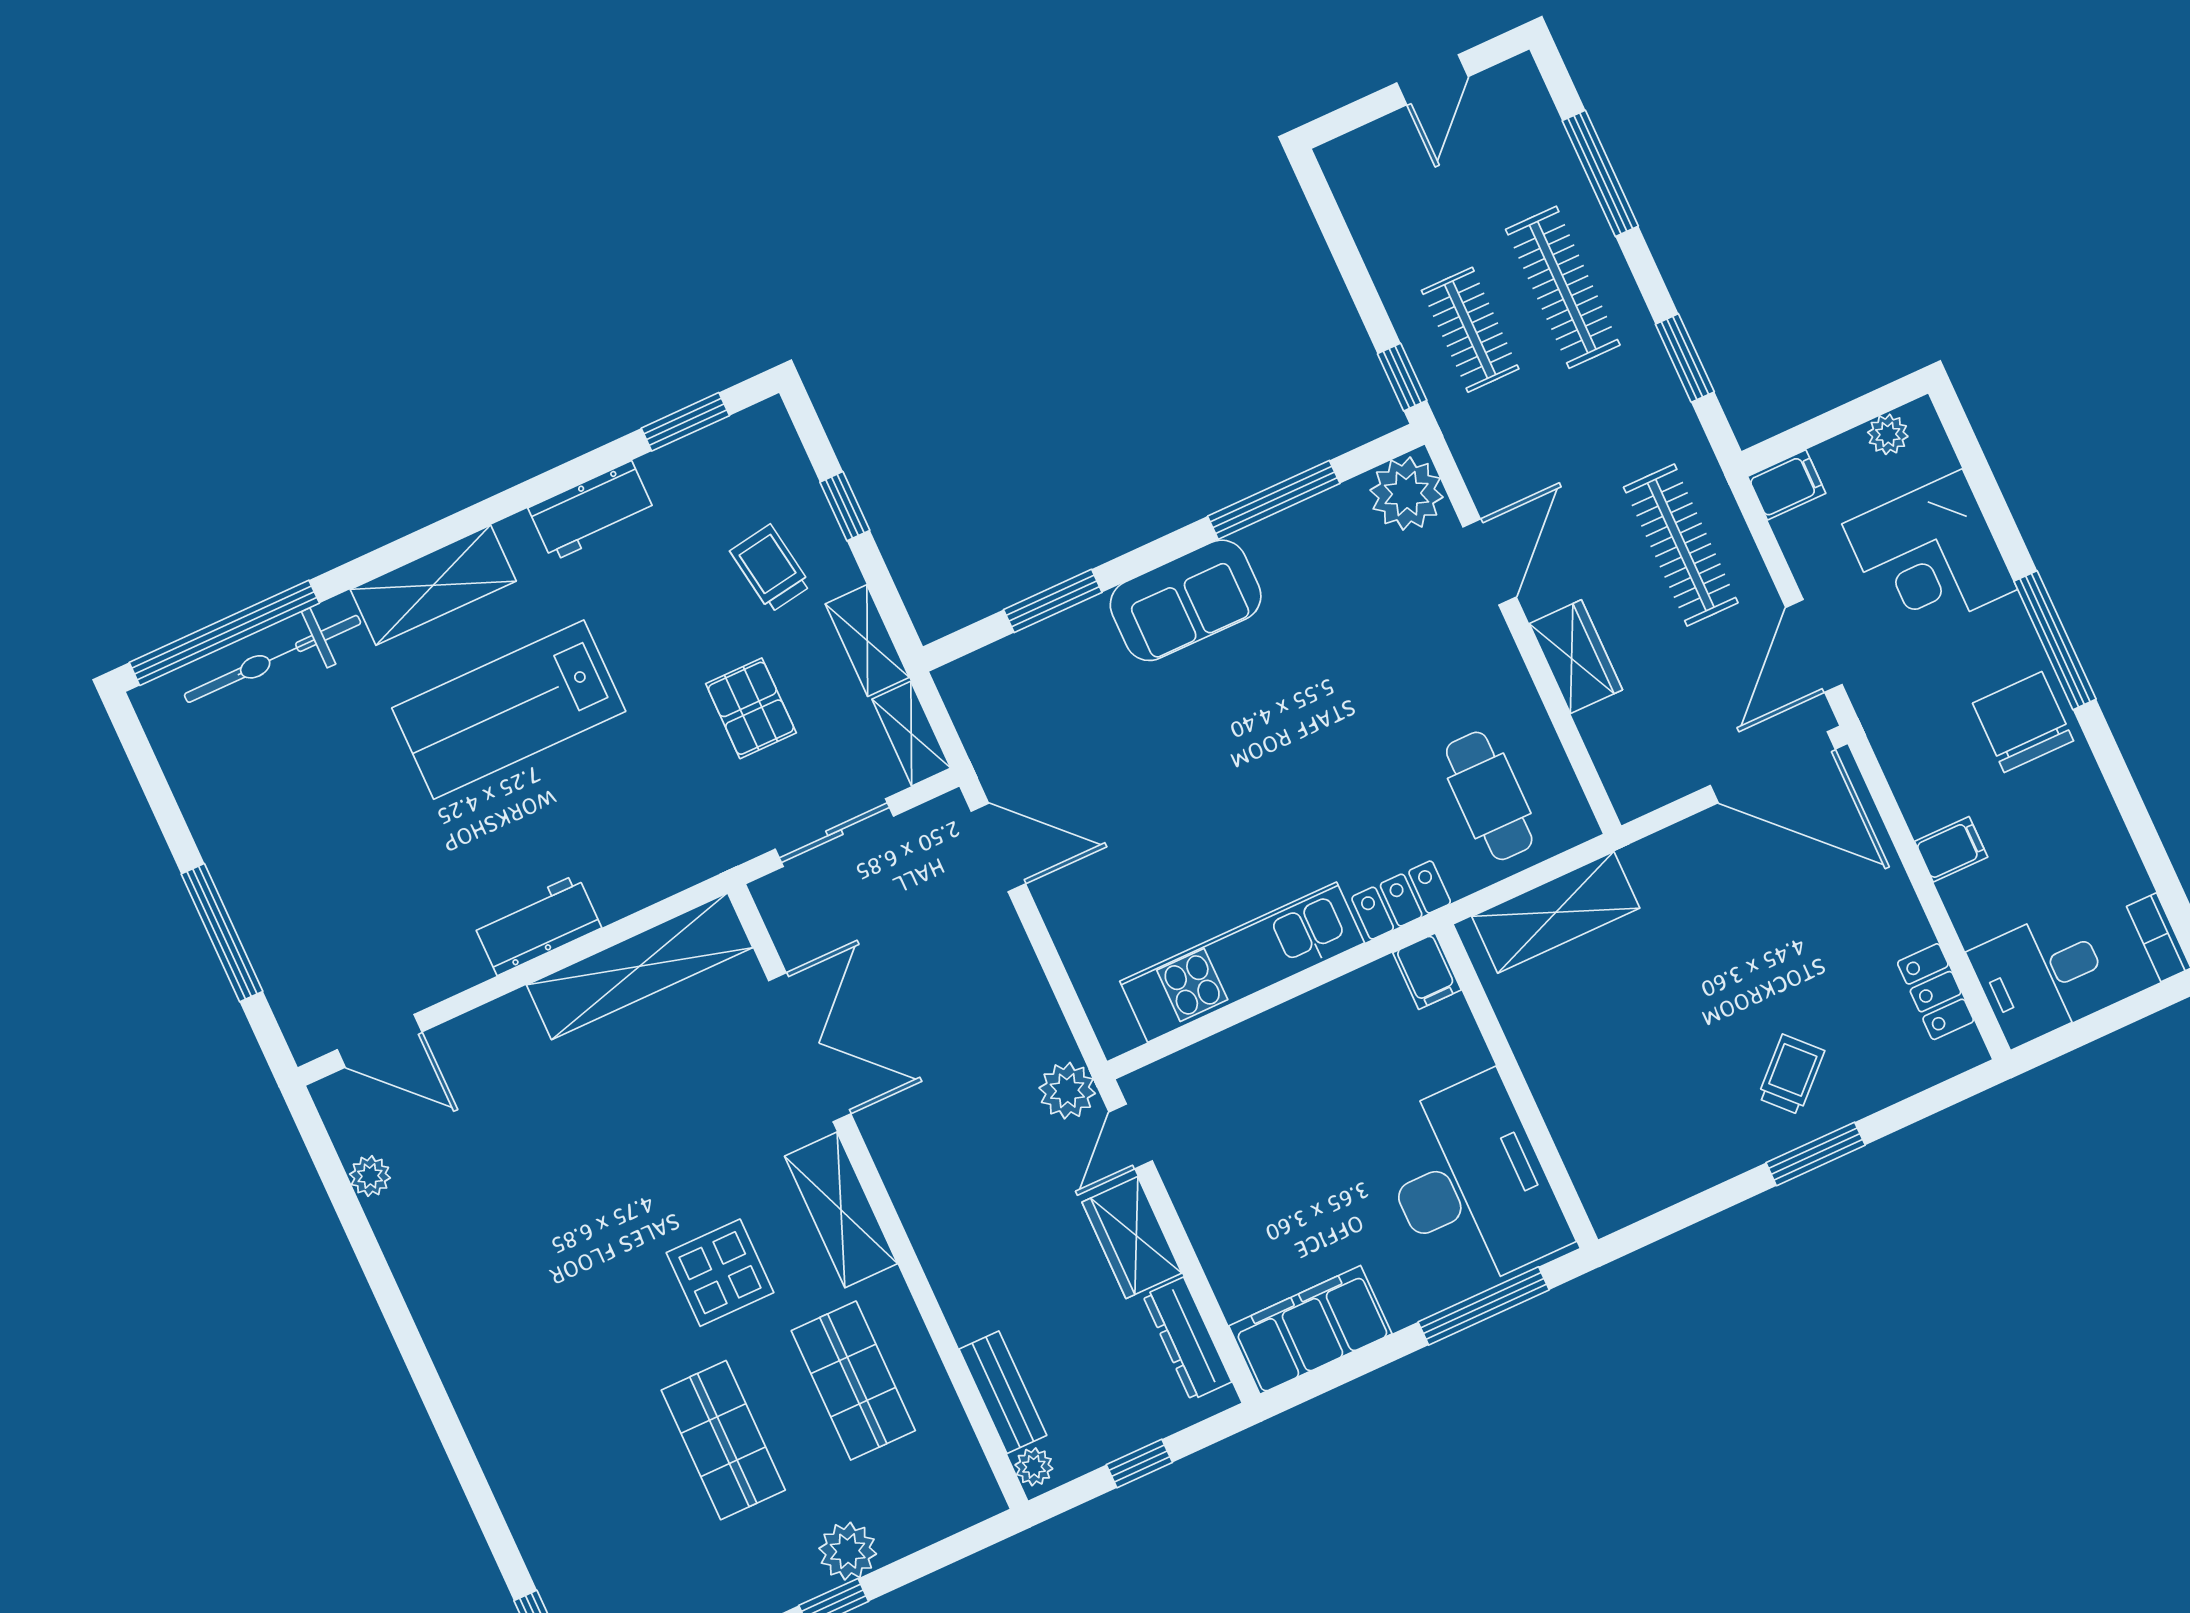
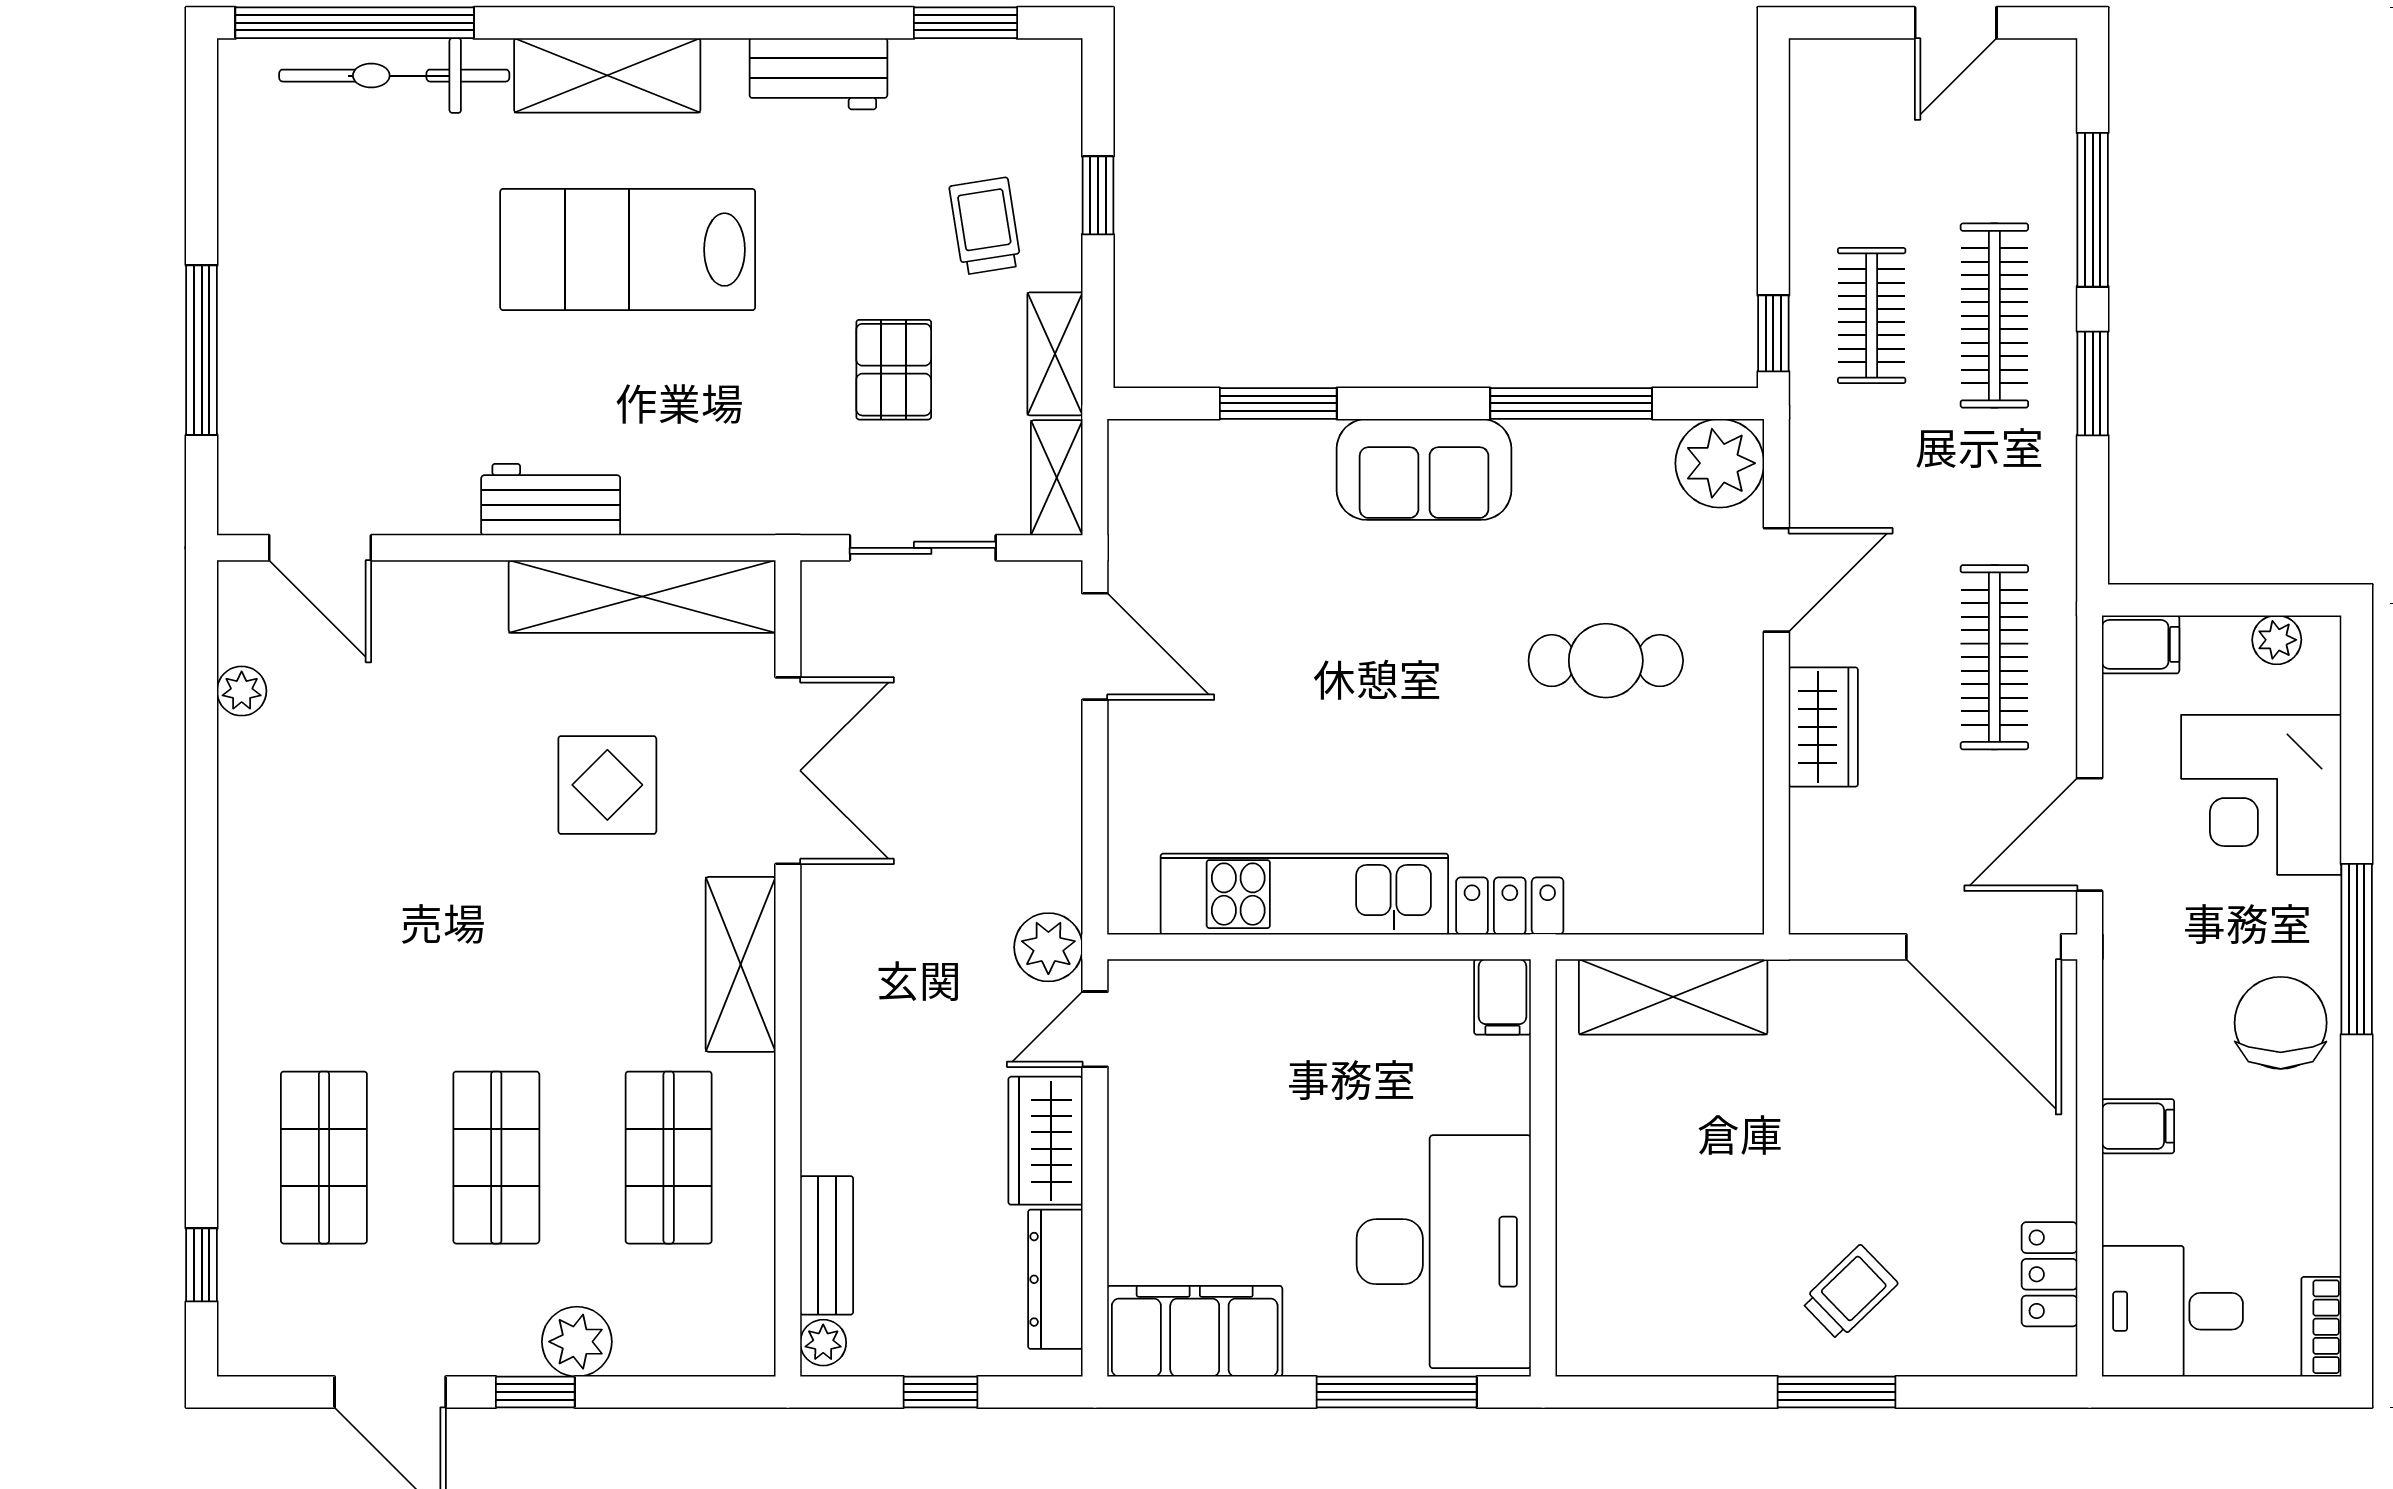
window: (1685, 358) -> (2093, 383), moved
cafe table: (1489, 796) -> (1606, 661), moved, turned 90
display table: (720, 1273) -> (607, 785), moved
shop shelf: (593, 1500) -> (324, 1158), added

